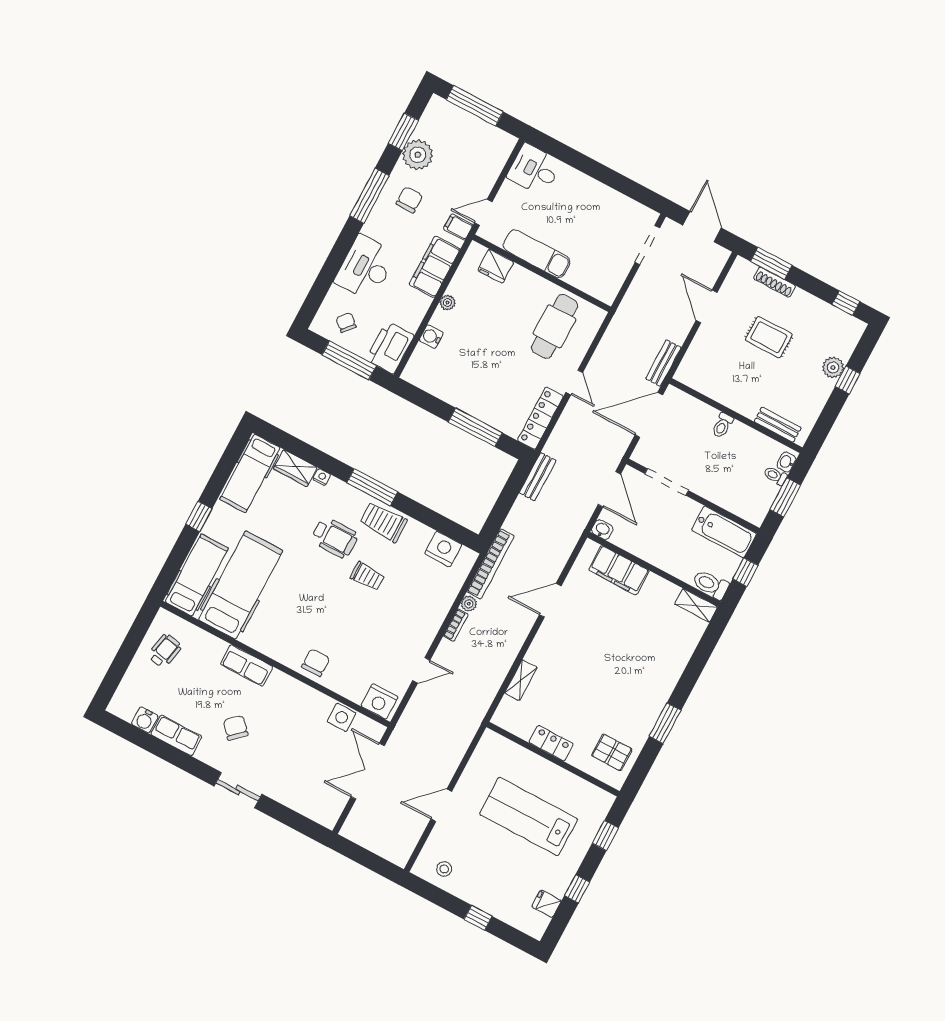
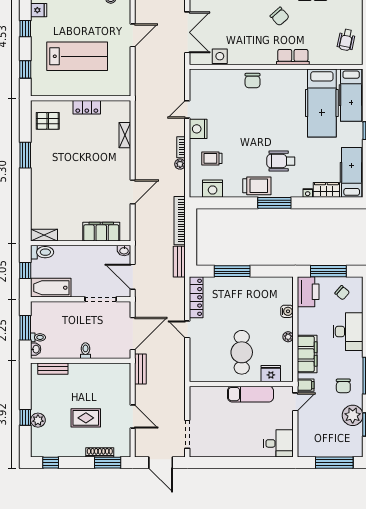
cafe table: (554, 326) -> (242, 352), moved
bookcase: (491, 564) -> (180, 221), moved
trolley: (367, 576) -> (212, 158), moved
nightstand: (379, 701) -> (198, 129), moved, turned -90

